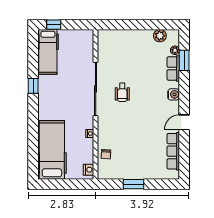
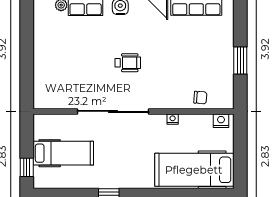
plant: (160, 36) -> (42, 25), removed
hospital bed: (48, 52) -> (63, 153), moved
wheelchair: (122, 92) -> (128, 63), moved

